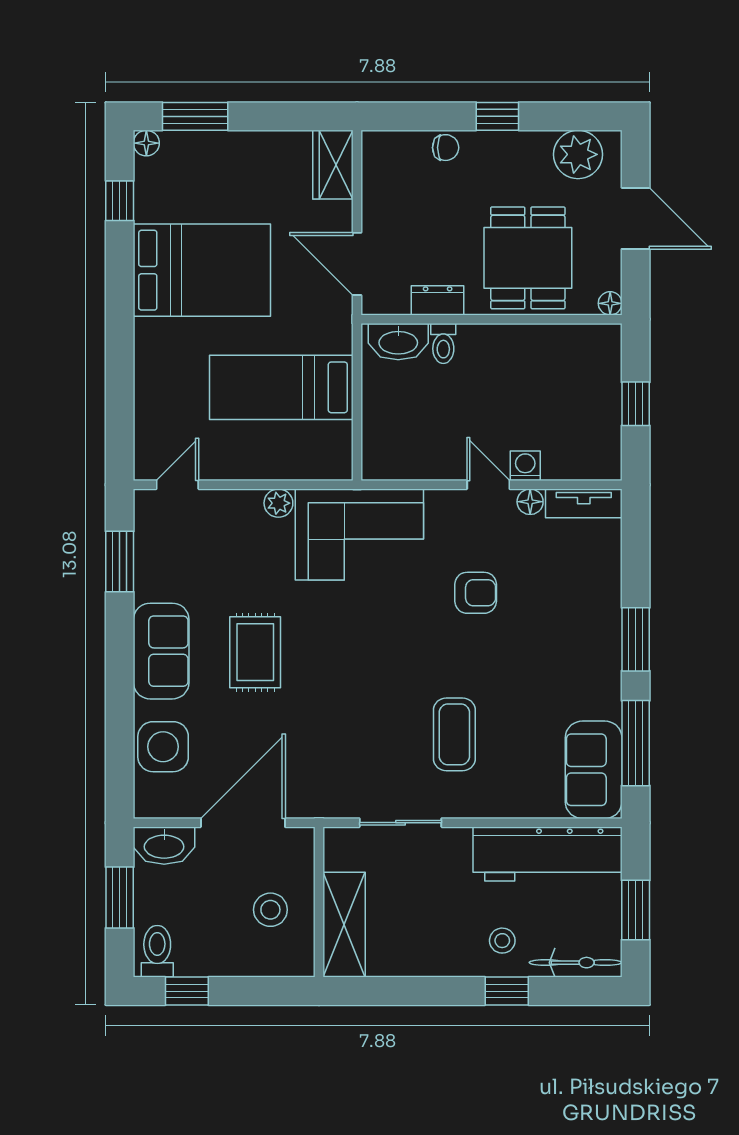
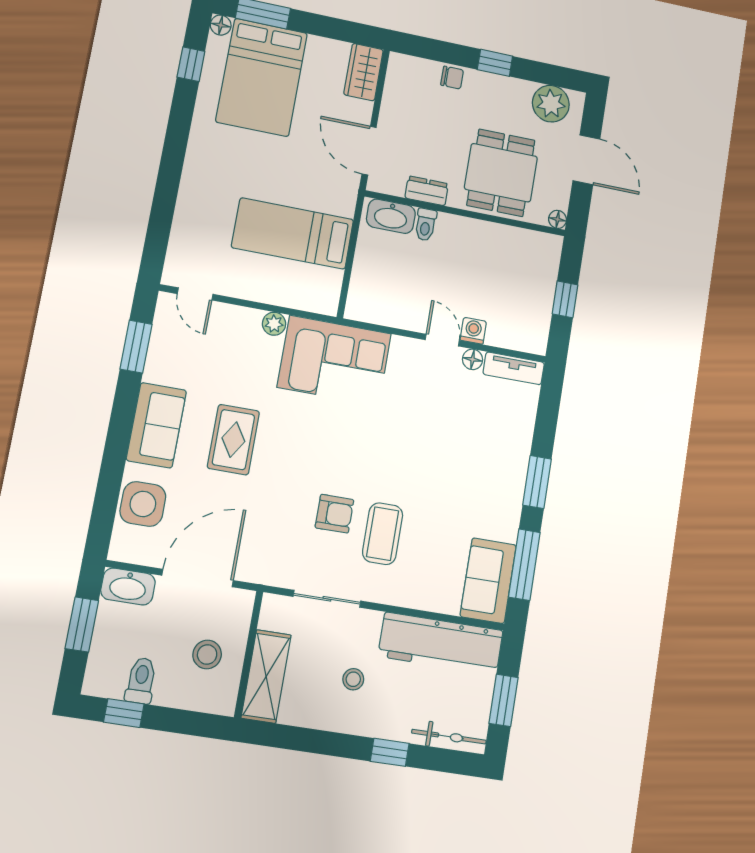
bed: (202, 270) -> (262, 77), moved, turned 90
door: (177, 485) -> (195, 294), swing flipped
armchair: (476, 593) -> (334, 514), moved
stool: (502, 941) -> (353, 679), moved
toilet: (157, 951) -> (141, 681), moved

